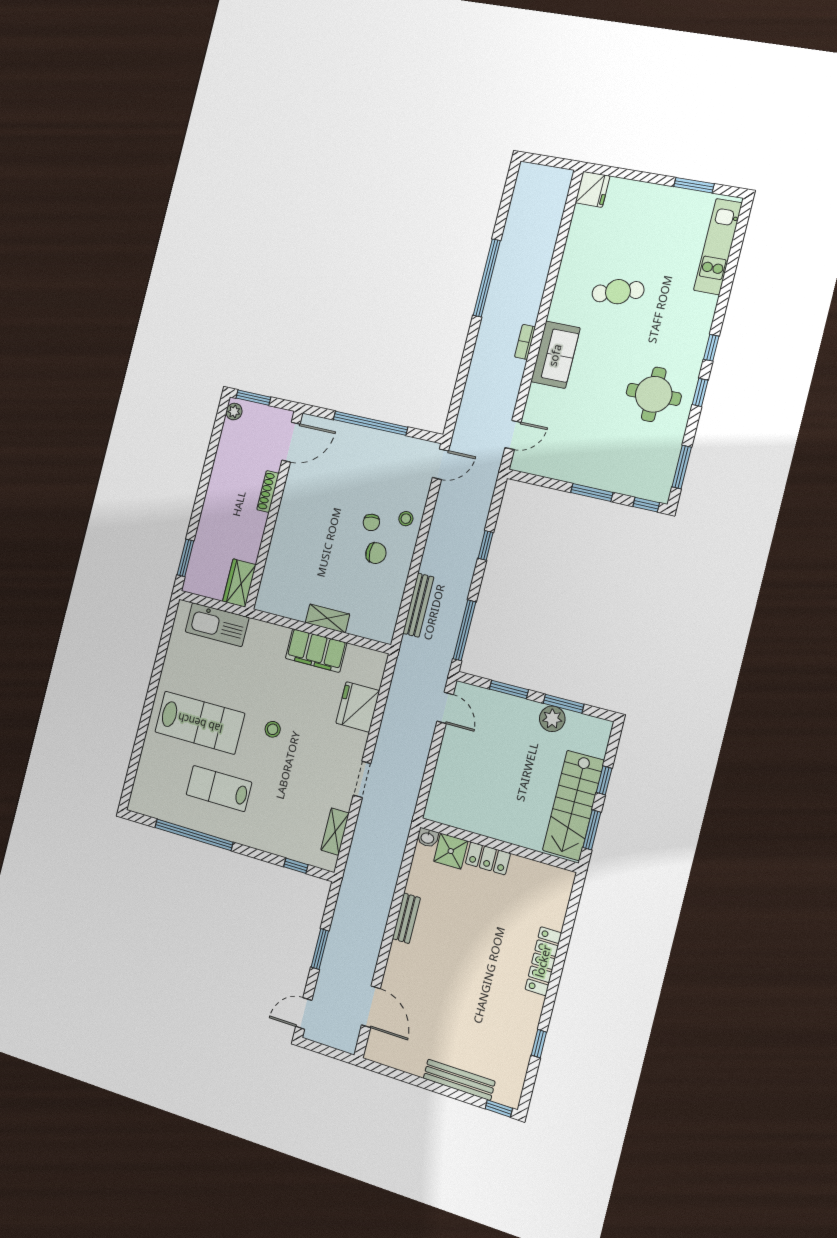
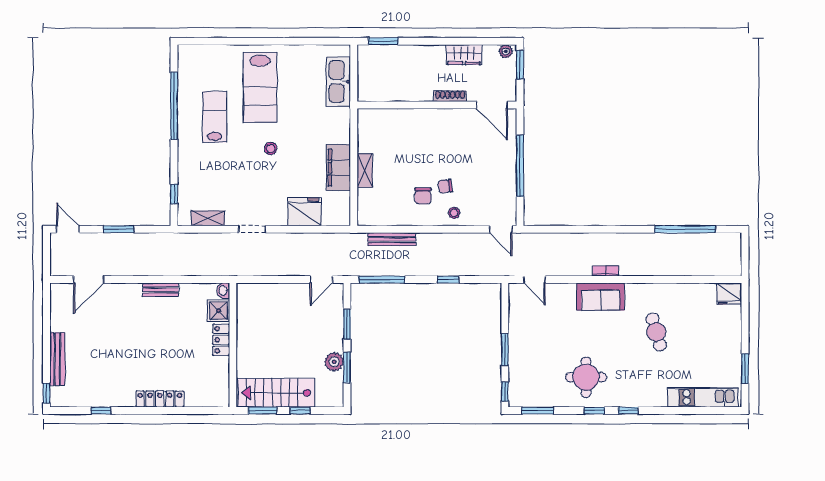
window: (487, 278) -> (685, 229), moved
wardrobe: (239, 583) -> (464, 55), moved, turned 180

